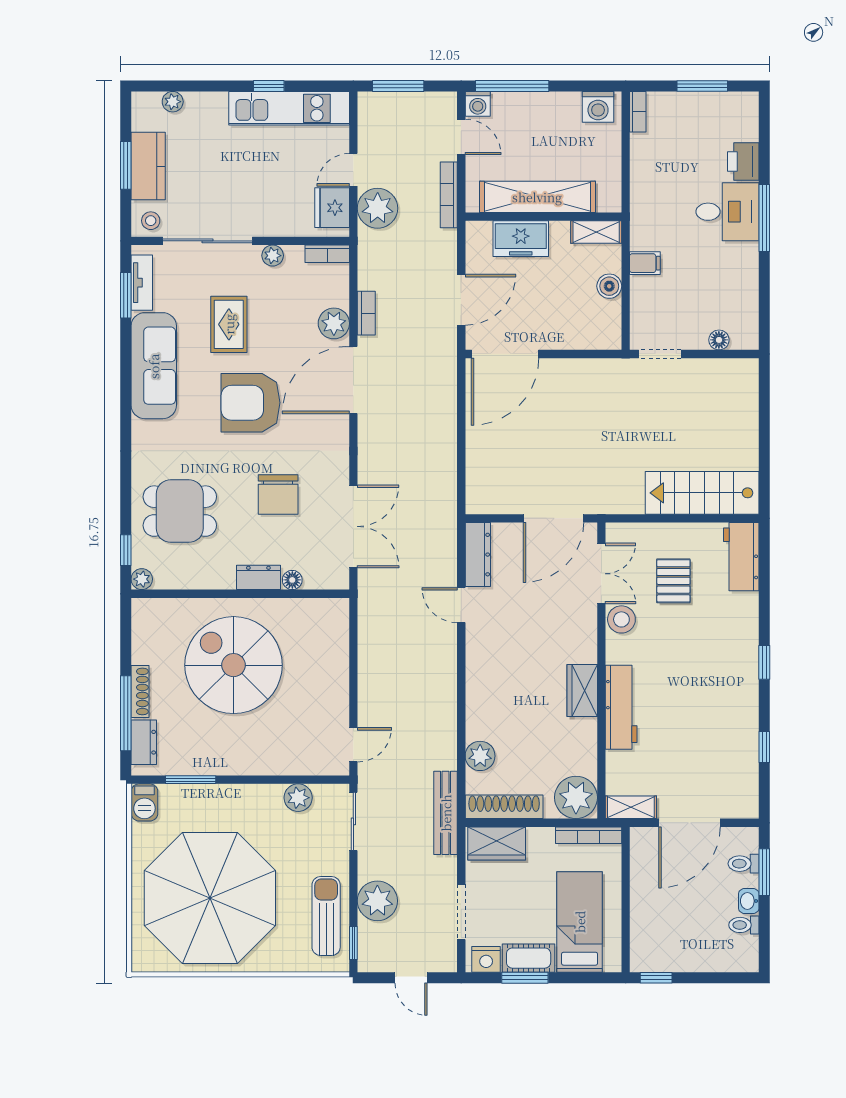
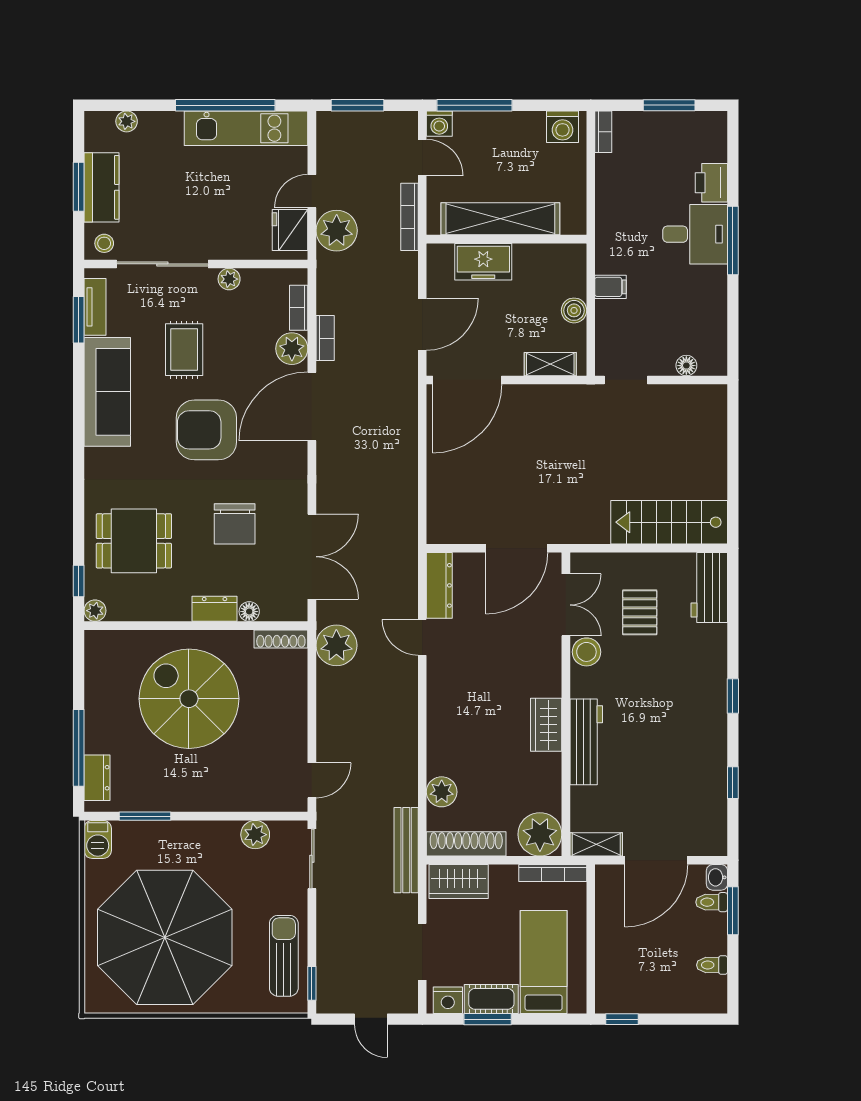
window: (269, 86) -> (225, 105), width x3.17
shelving: (596, 232) -> (550, 364), moved
bookcase: (327, 254) -> (299, 308), moved, turned 90
shoe rack: (140, 691) -> (281, 639), moved, turned 90
plant: (377, 901) -> (336, 645), moved
washbasin: (749, 901) -> (717, 877), moved

